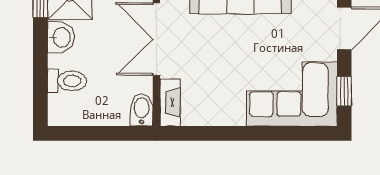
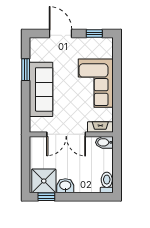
toilet: (67, 81) -> (107, 183), moved
corner sofa: (292, 94) -> (96, 83), moved

